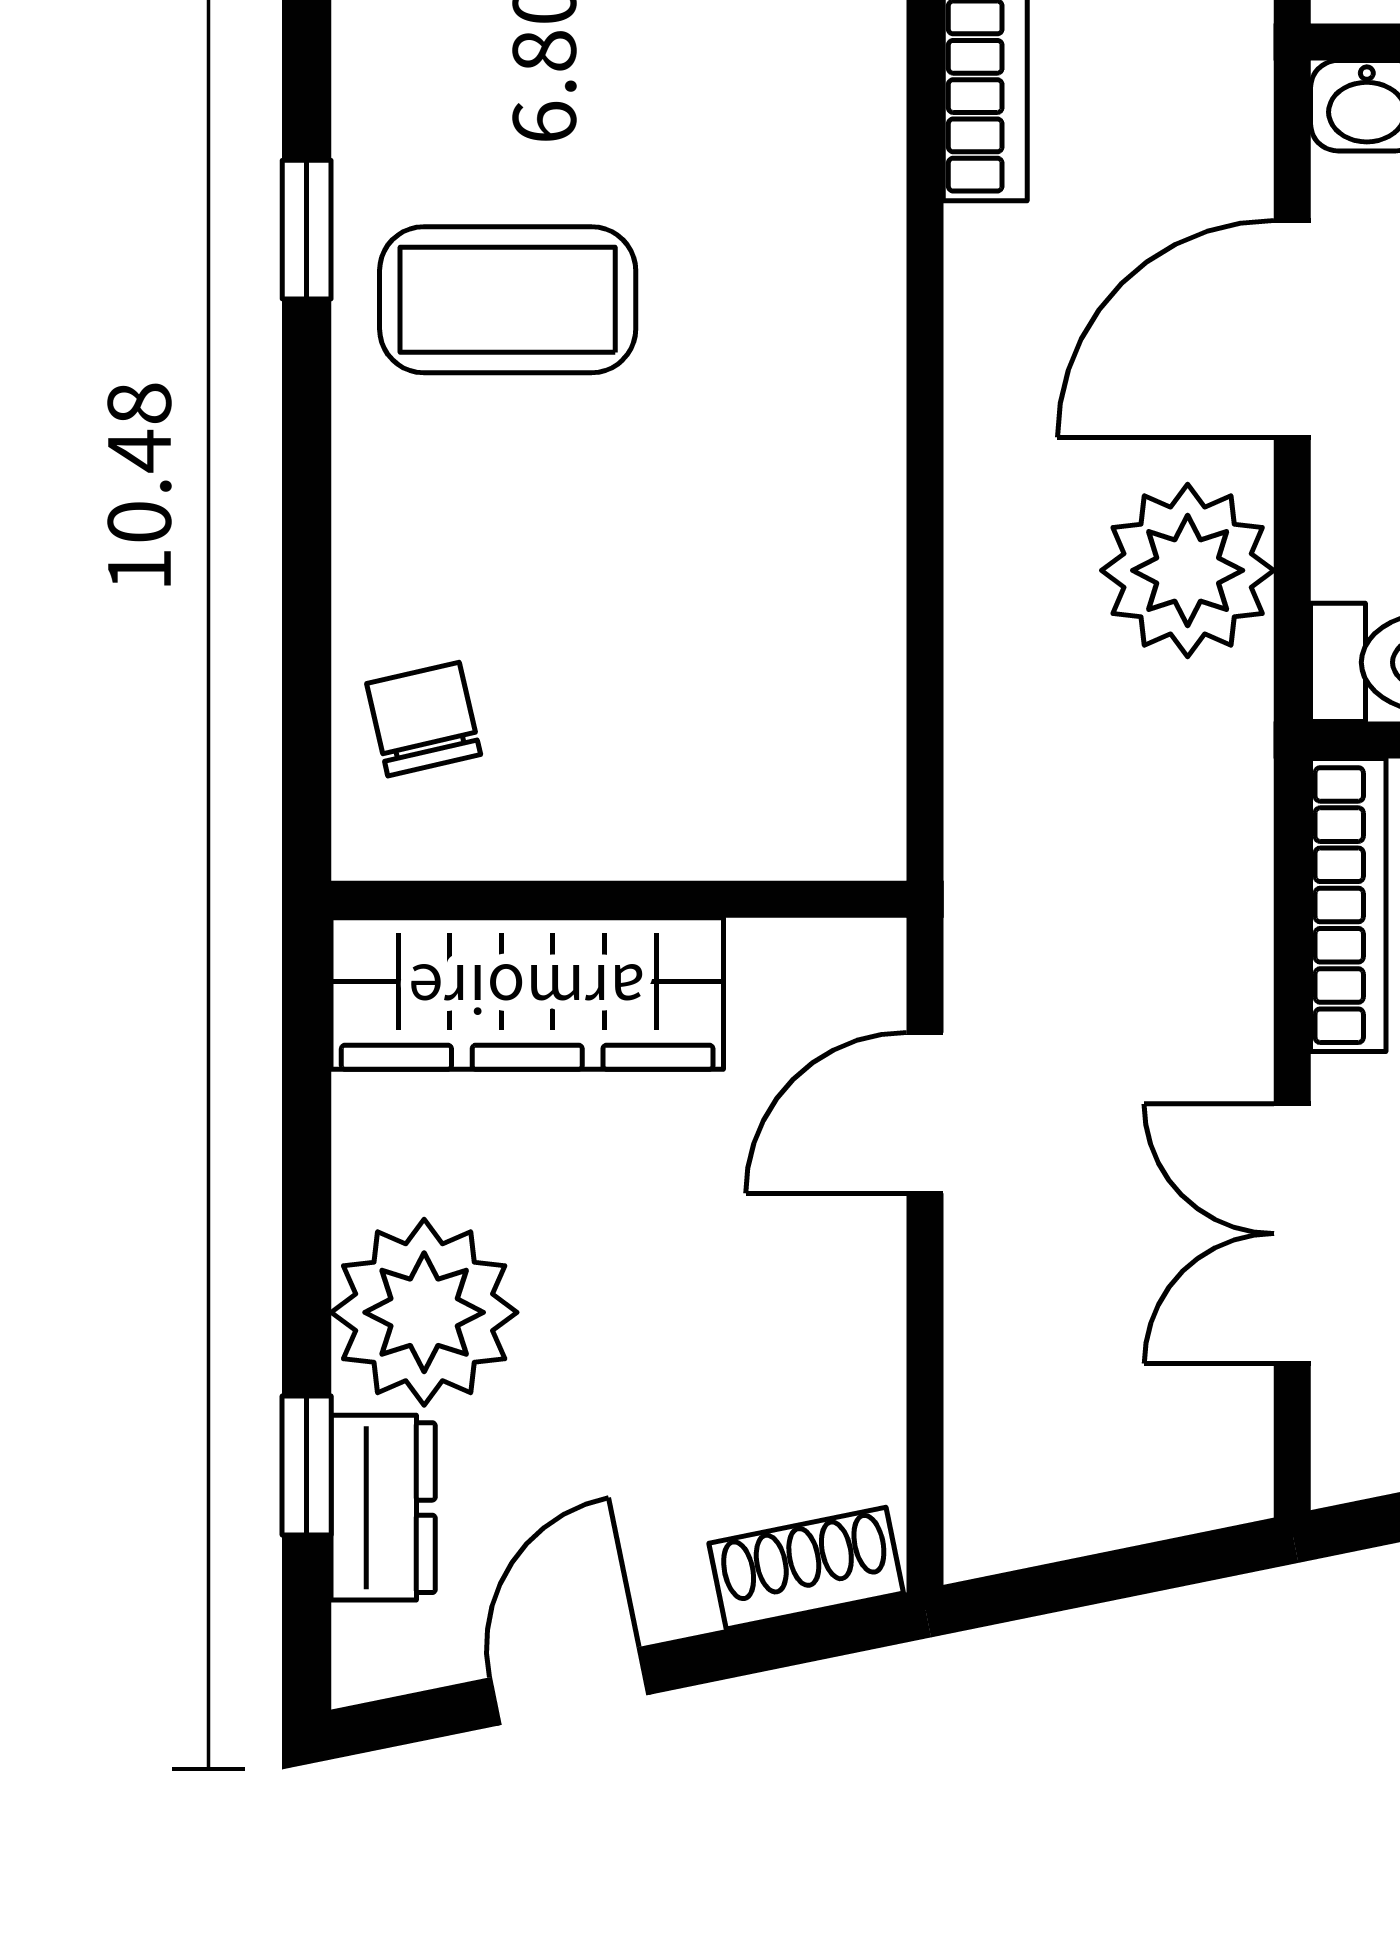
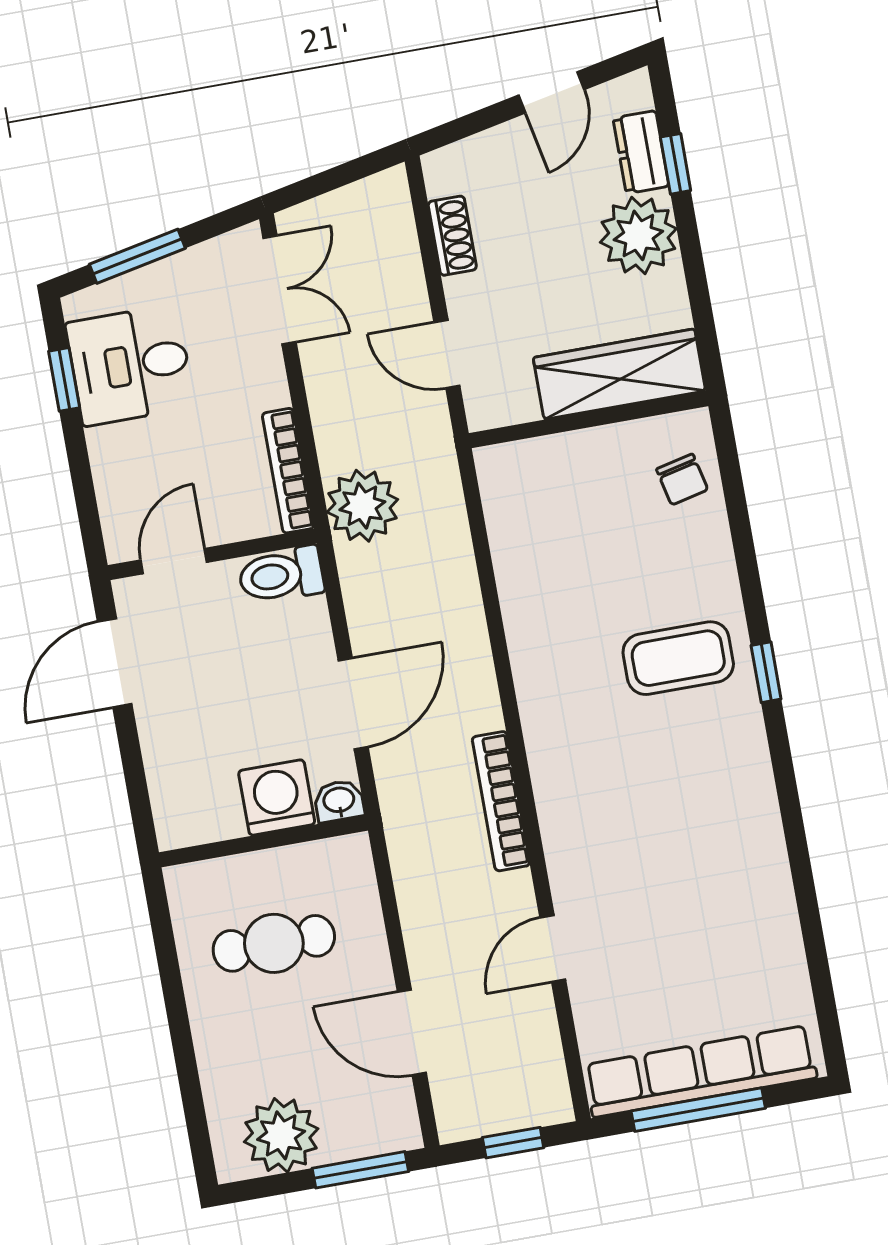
plant: (1188, 570) -> (362, 506), moved
door: (925, 1113) -> (447, 354), swing flipped
double door: (1292, 1234) -> (280, 290), moved
shoe rack: (806, 1568) -> (452, 236), moved, turned -79

